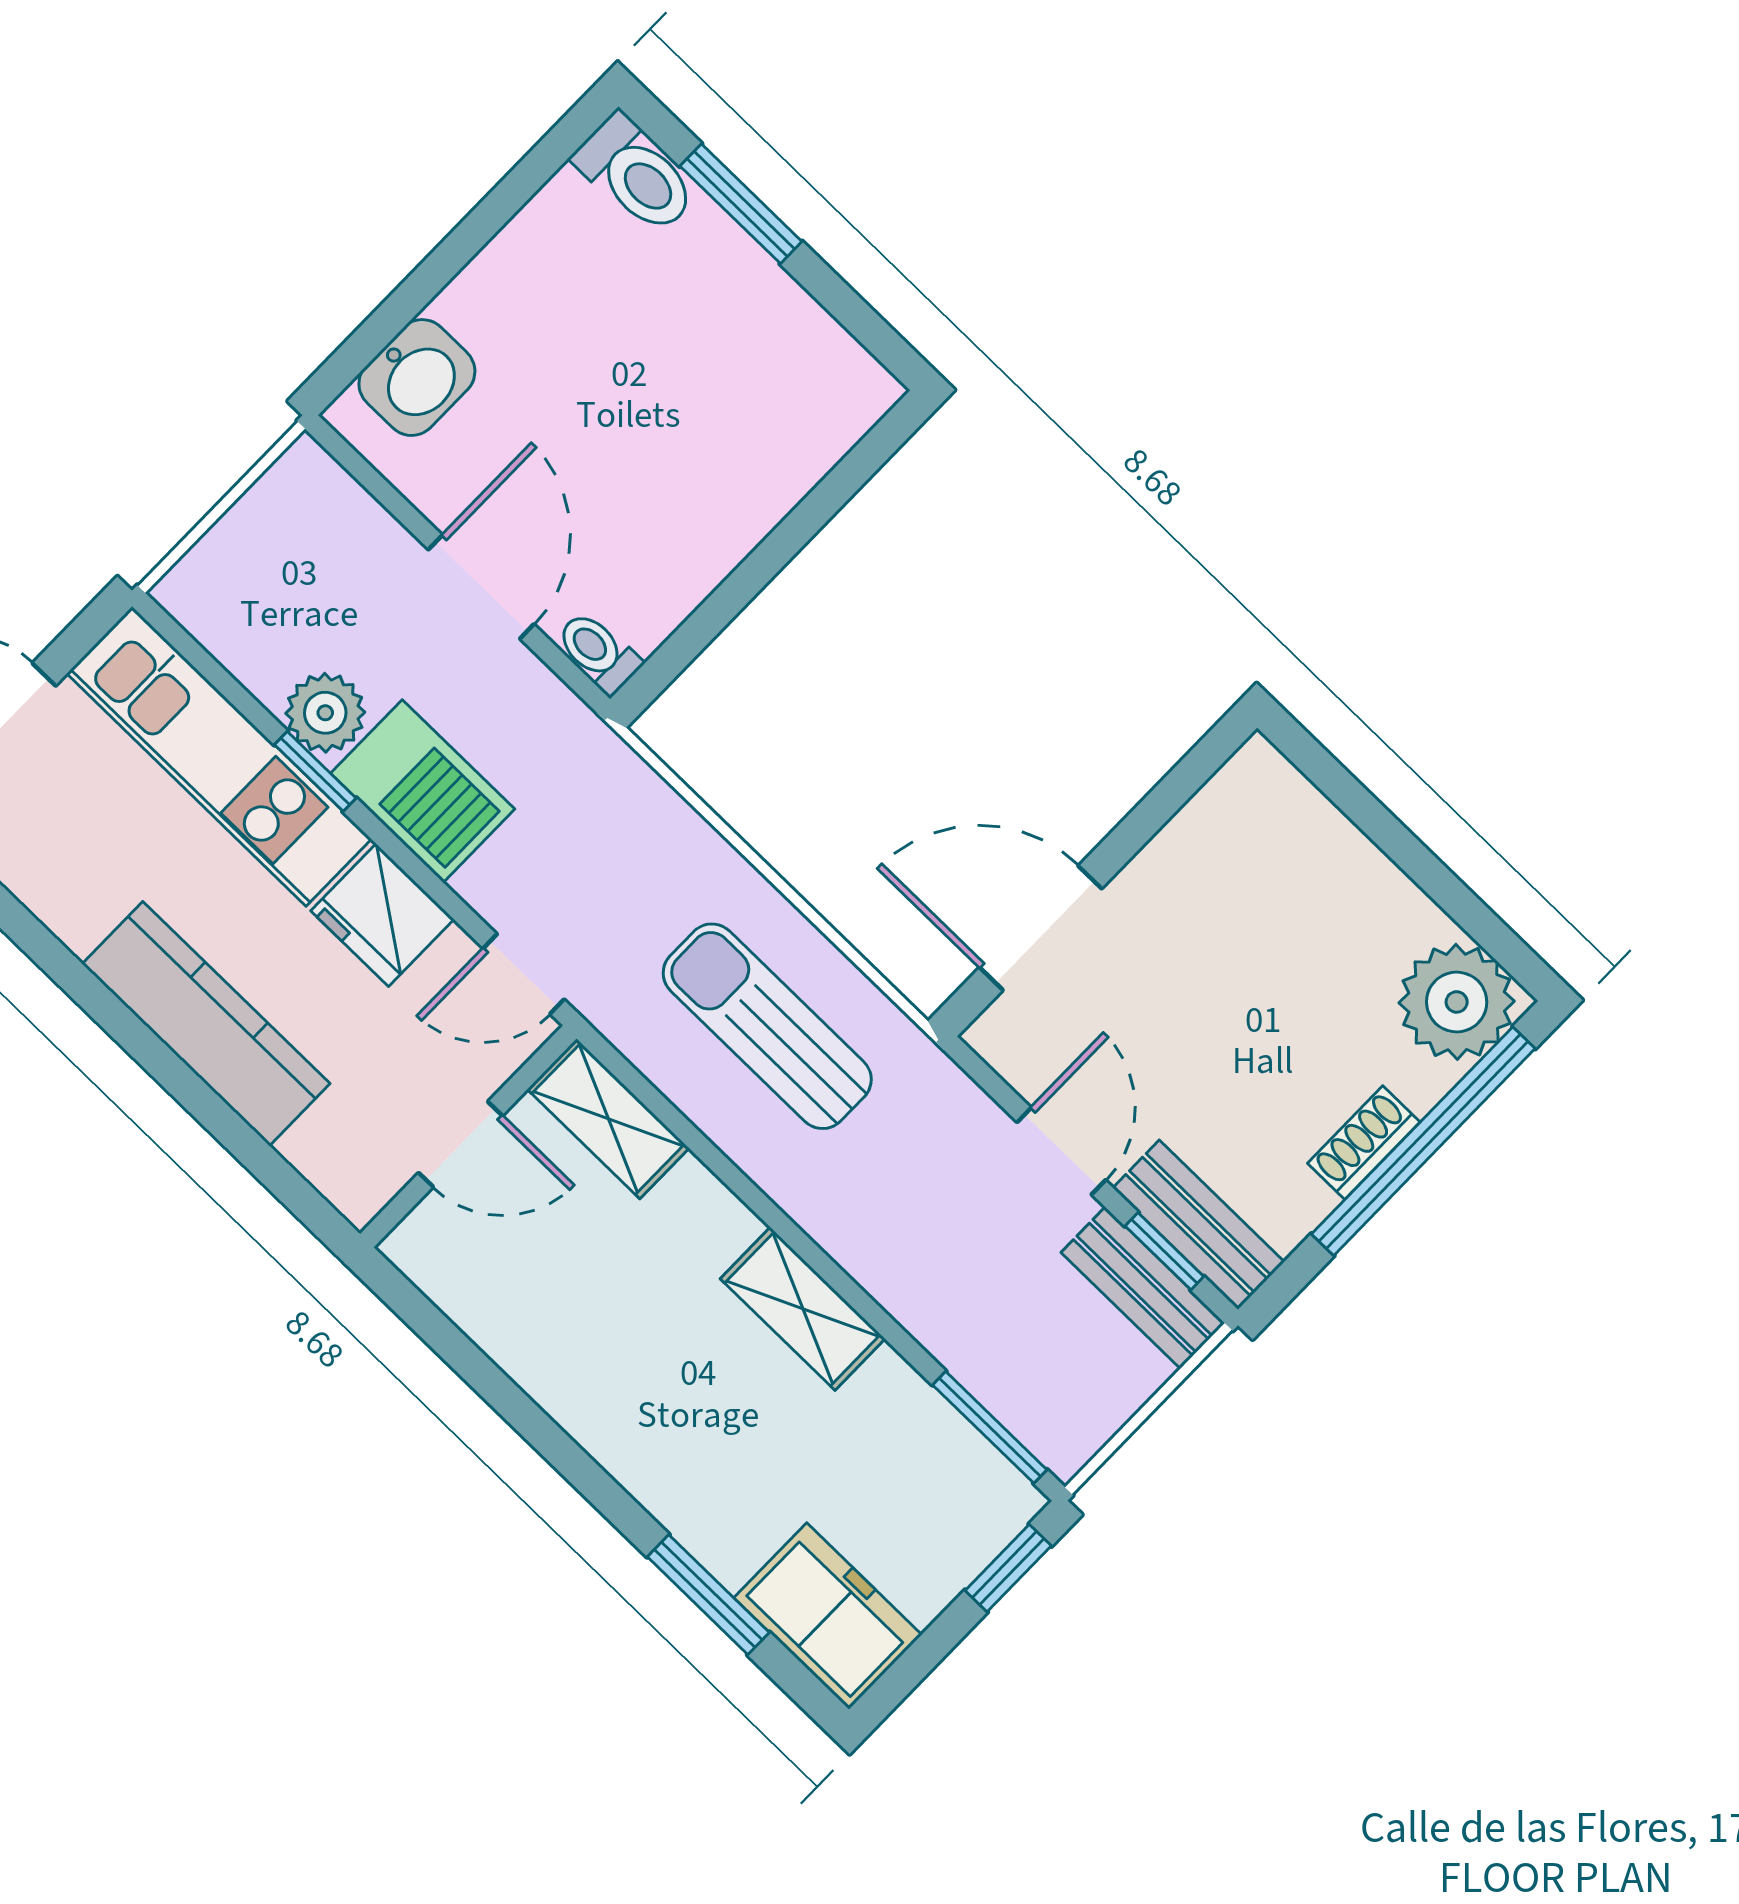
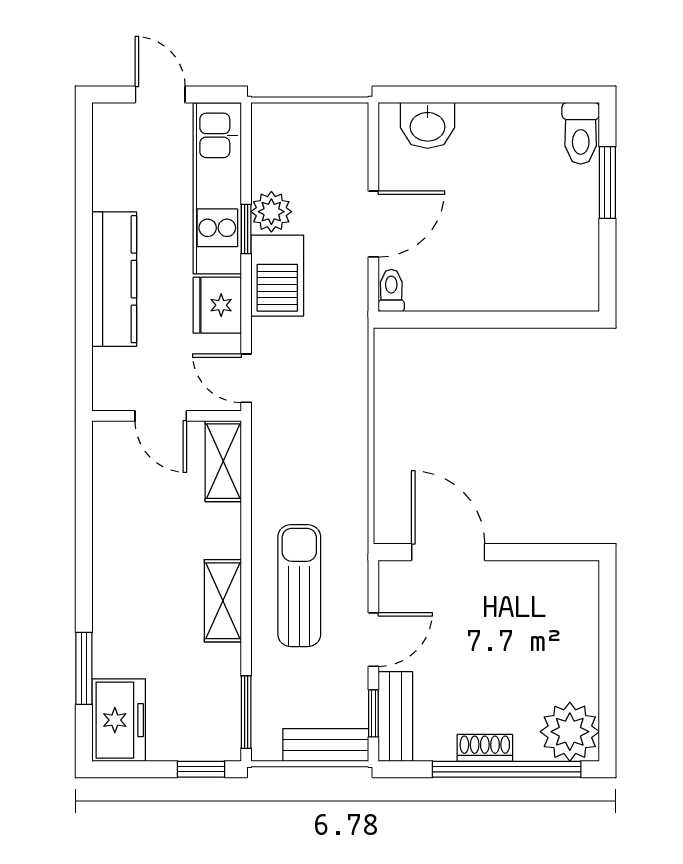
sun lounger: (767, 1026) -> (299, 586), moved
bench: (1143, 1288) -> (326, 745), moved, turned 90

